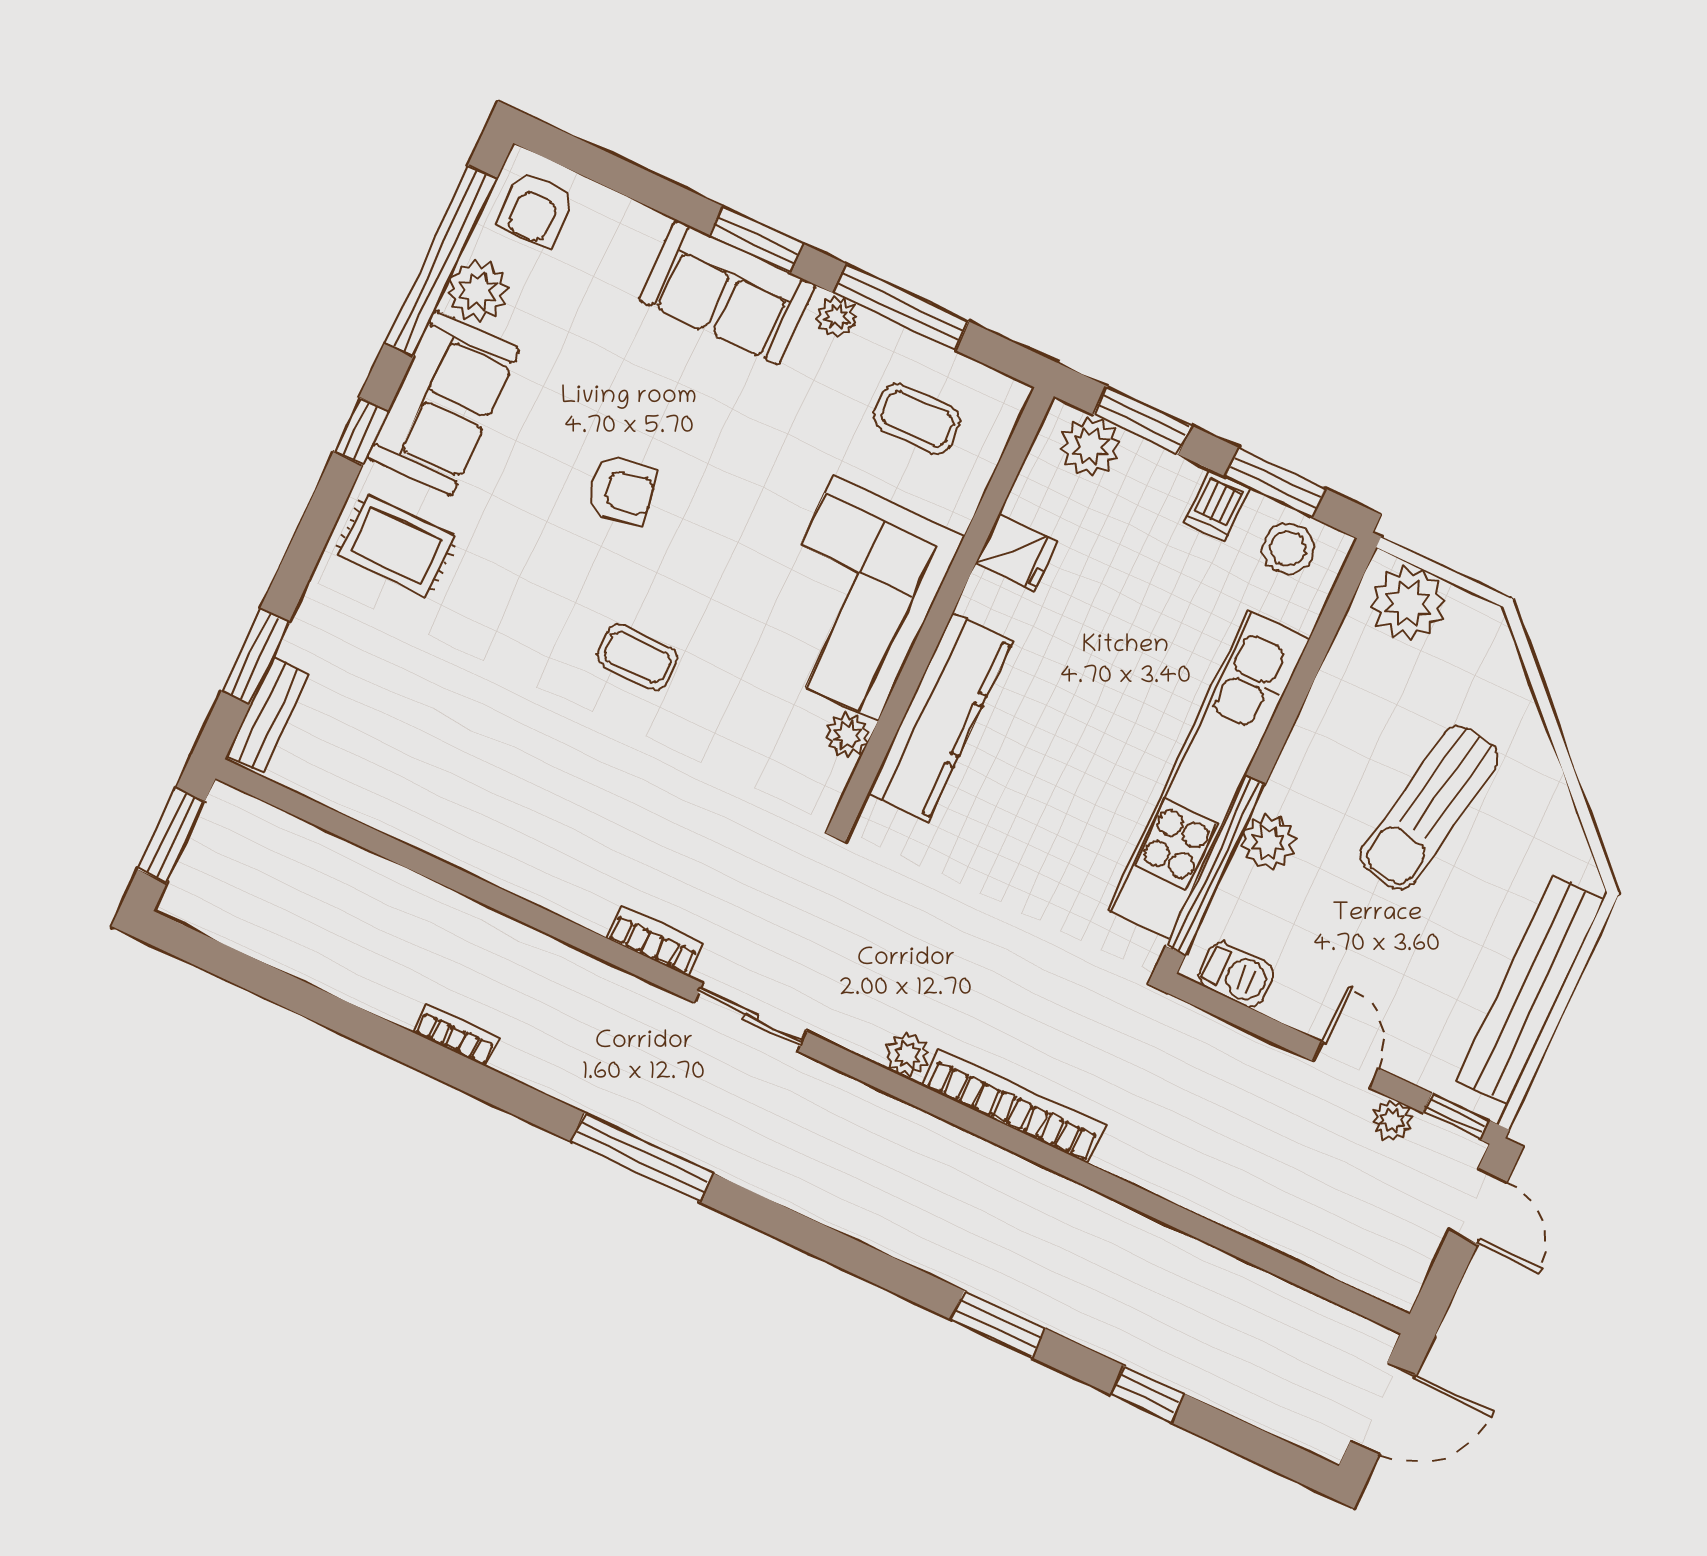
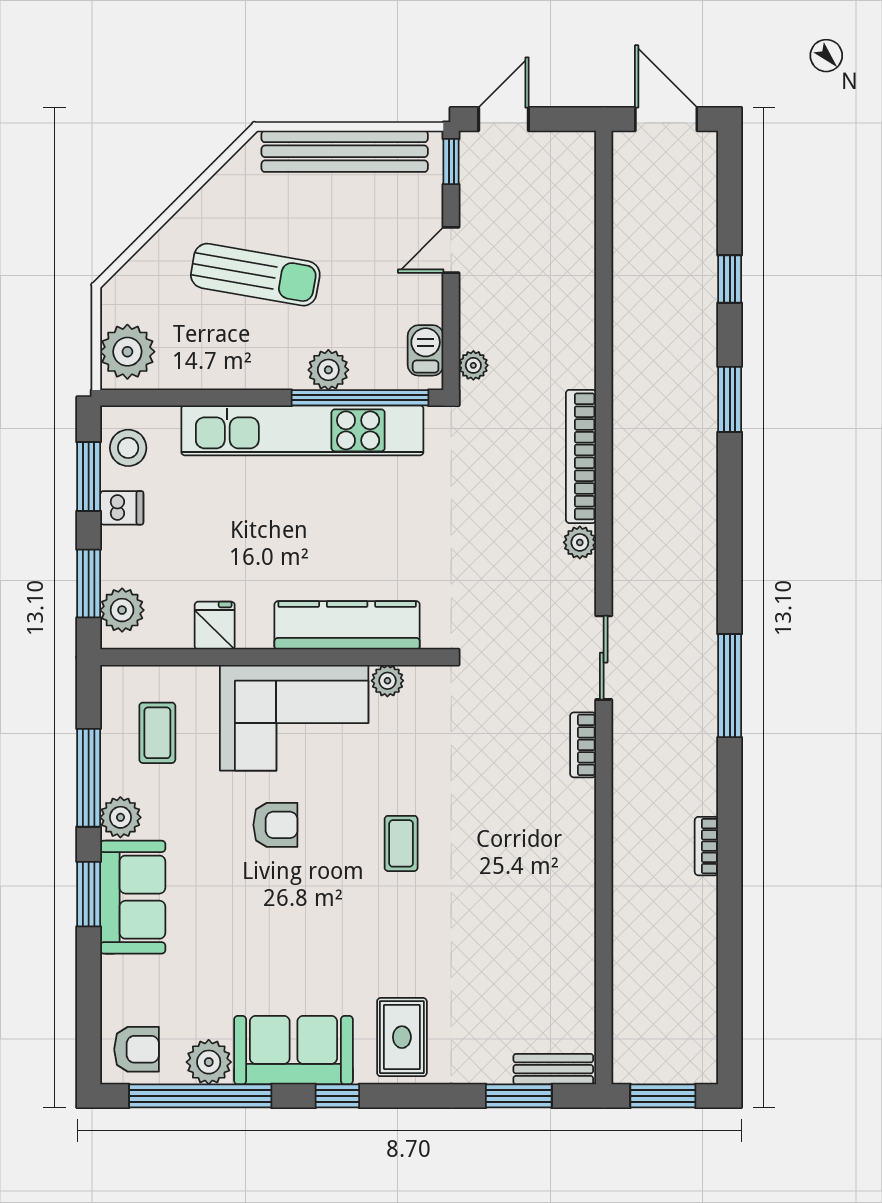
plant: (837, 317) -> (120, 817), width x1.38, depth x1.38
armchair: (621, 490) -> (275, 825), moved, turned 99
plant: (1392, 1120) -> (473, 365), moved

